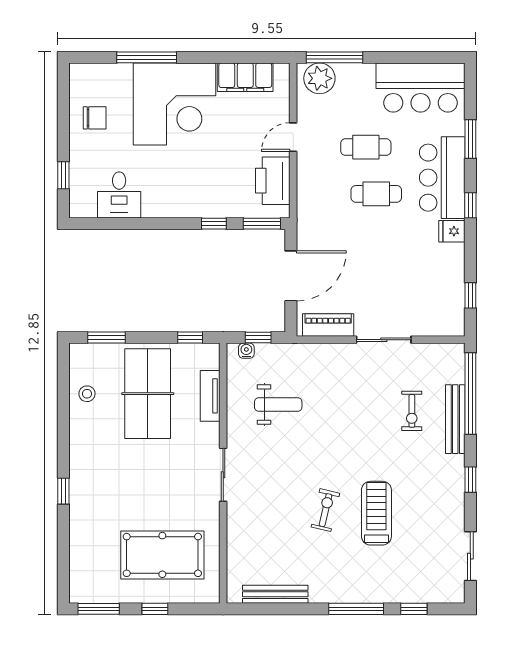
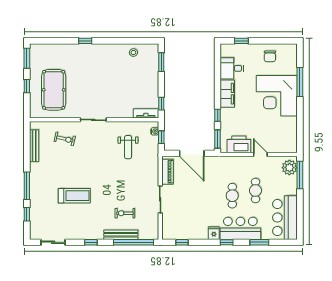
filing cabinet: (245, 77) -> (227, 94), moved, turned 180
table tennis table: (148, 394) -> (133, 83), removed
tv unit: (210, 396) -> (146, 113), moved
exercise bike: (325, 510) -> (65, 139), moved

